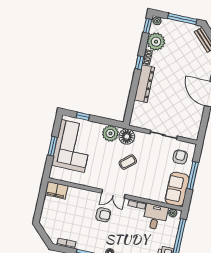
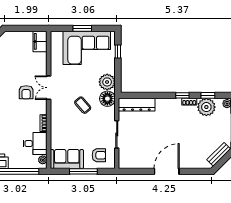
window: (147, 26) -> (208, 95), moved
dresser: (144, 84) -> (137, 105), moved
double door: (113, 194) -> (49, 88), moved

